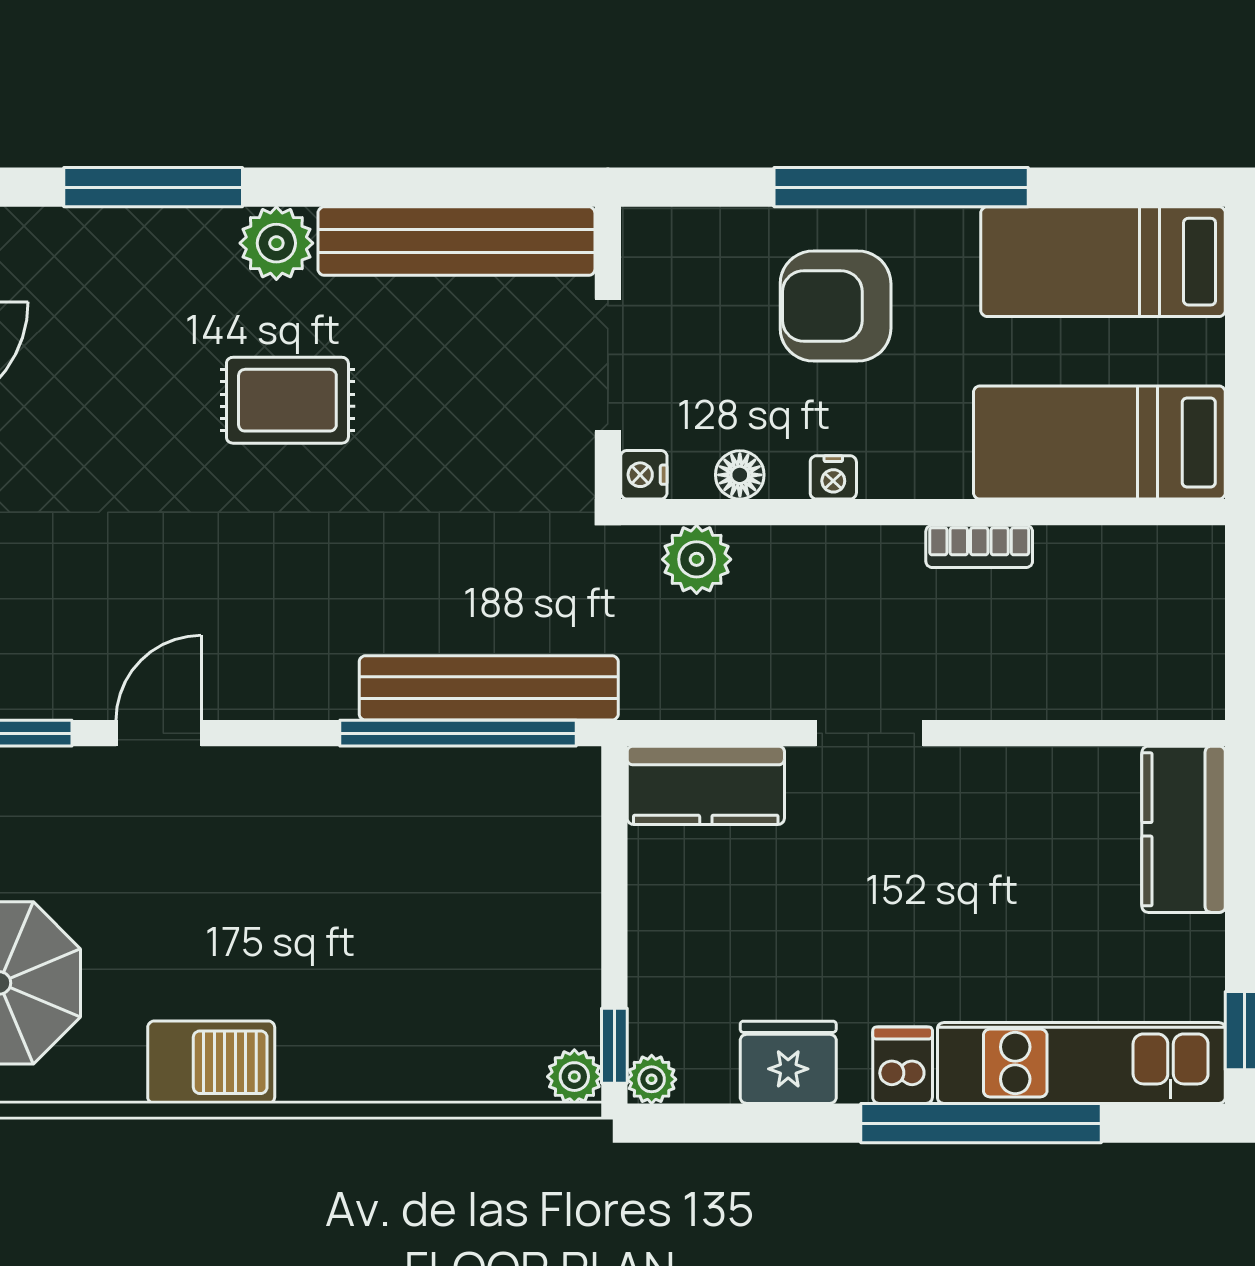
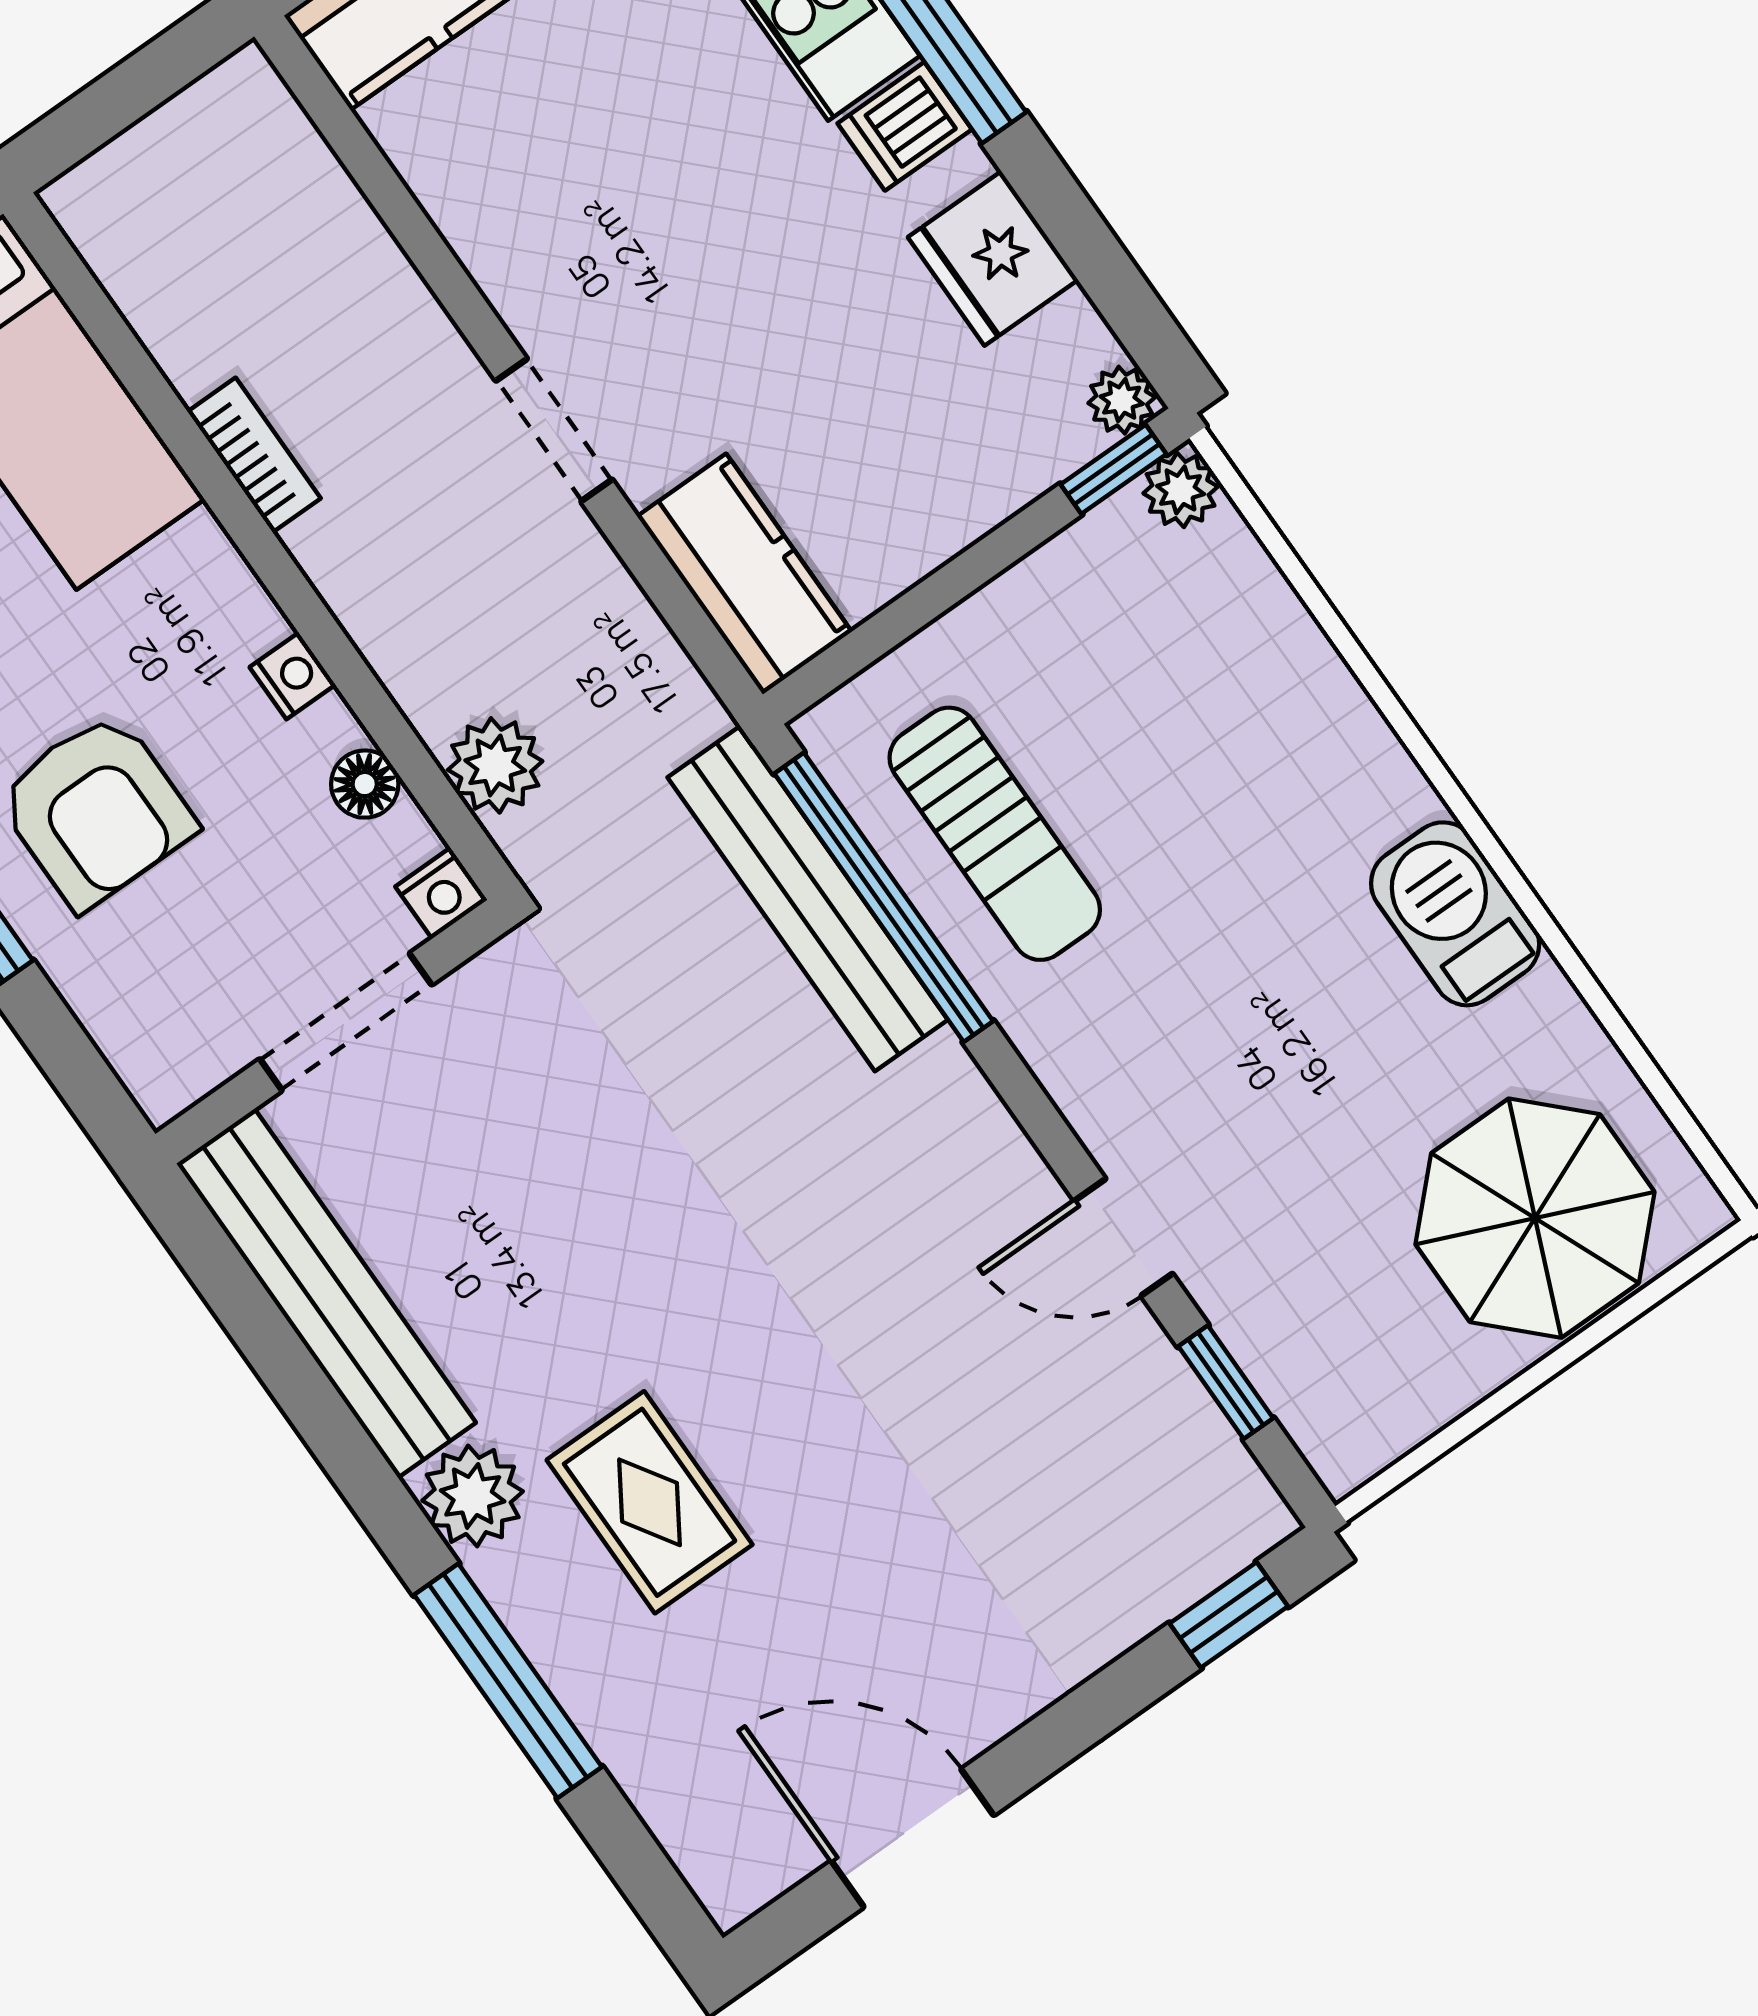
rug: (287, 400) -> (650, 1502), moved
sun lounger: (449, 825) -> (995, 834), added

